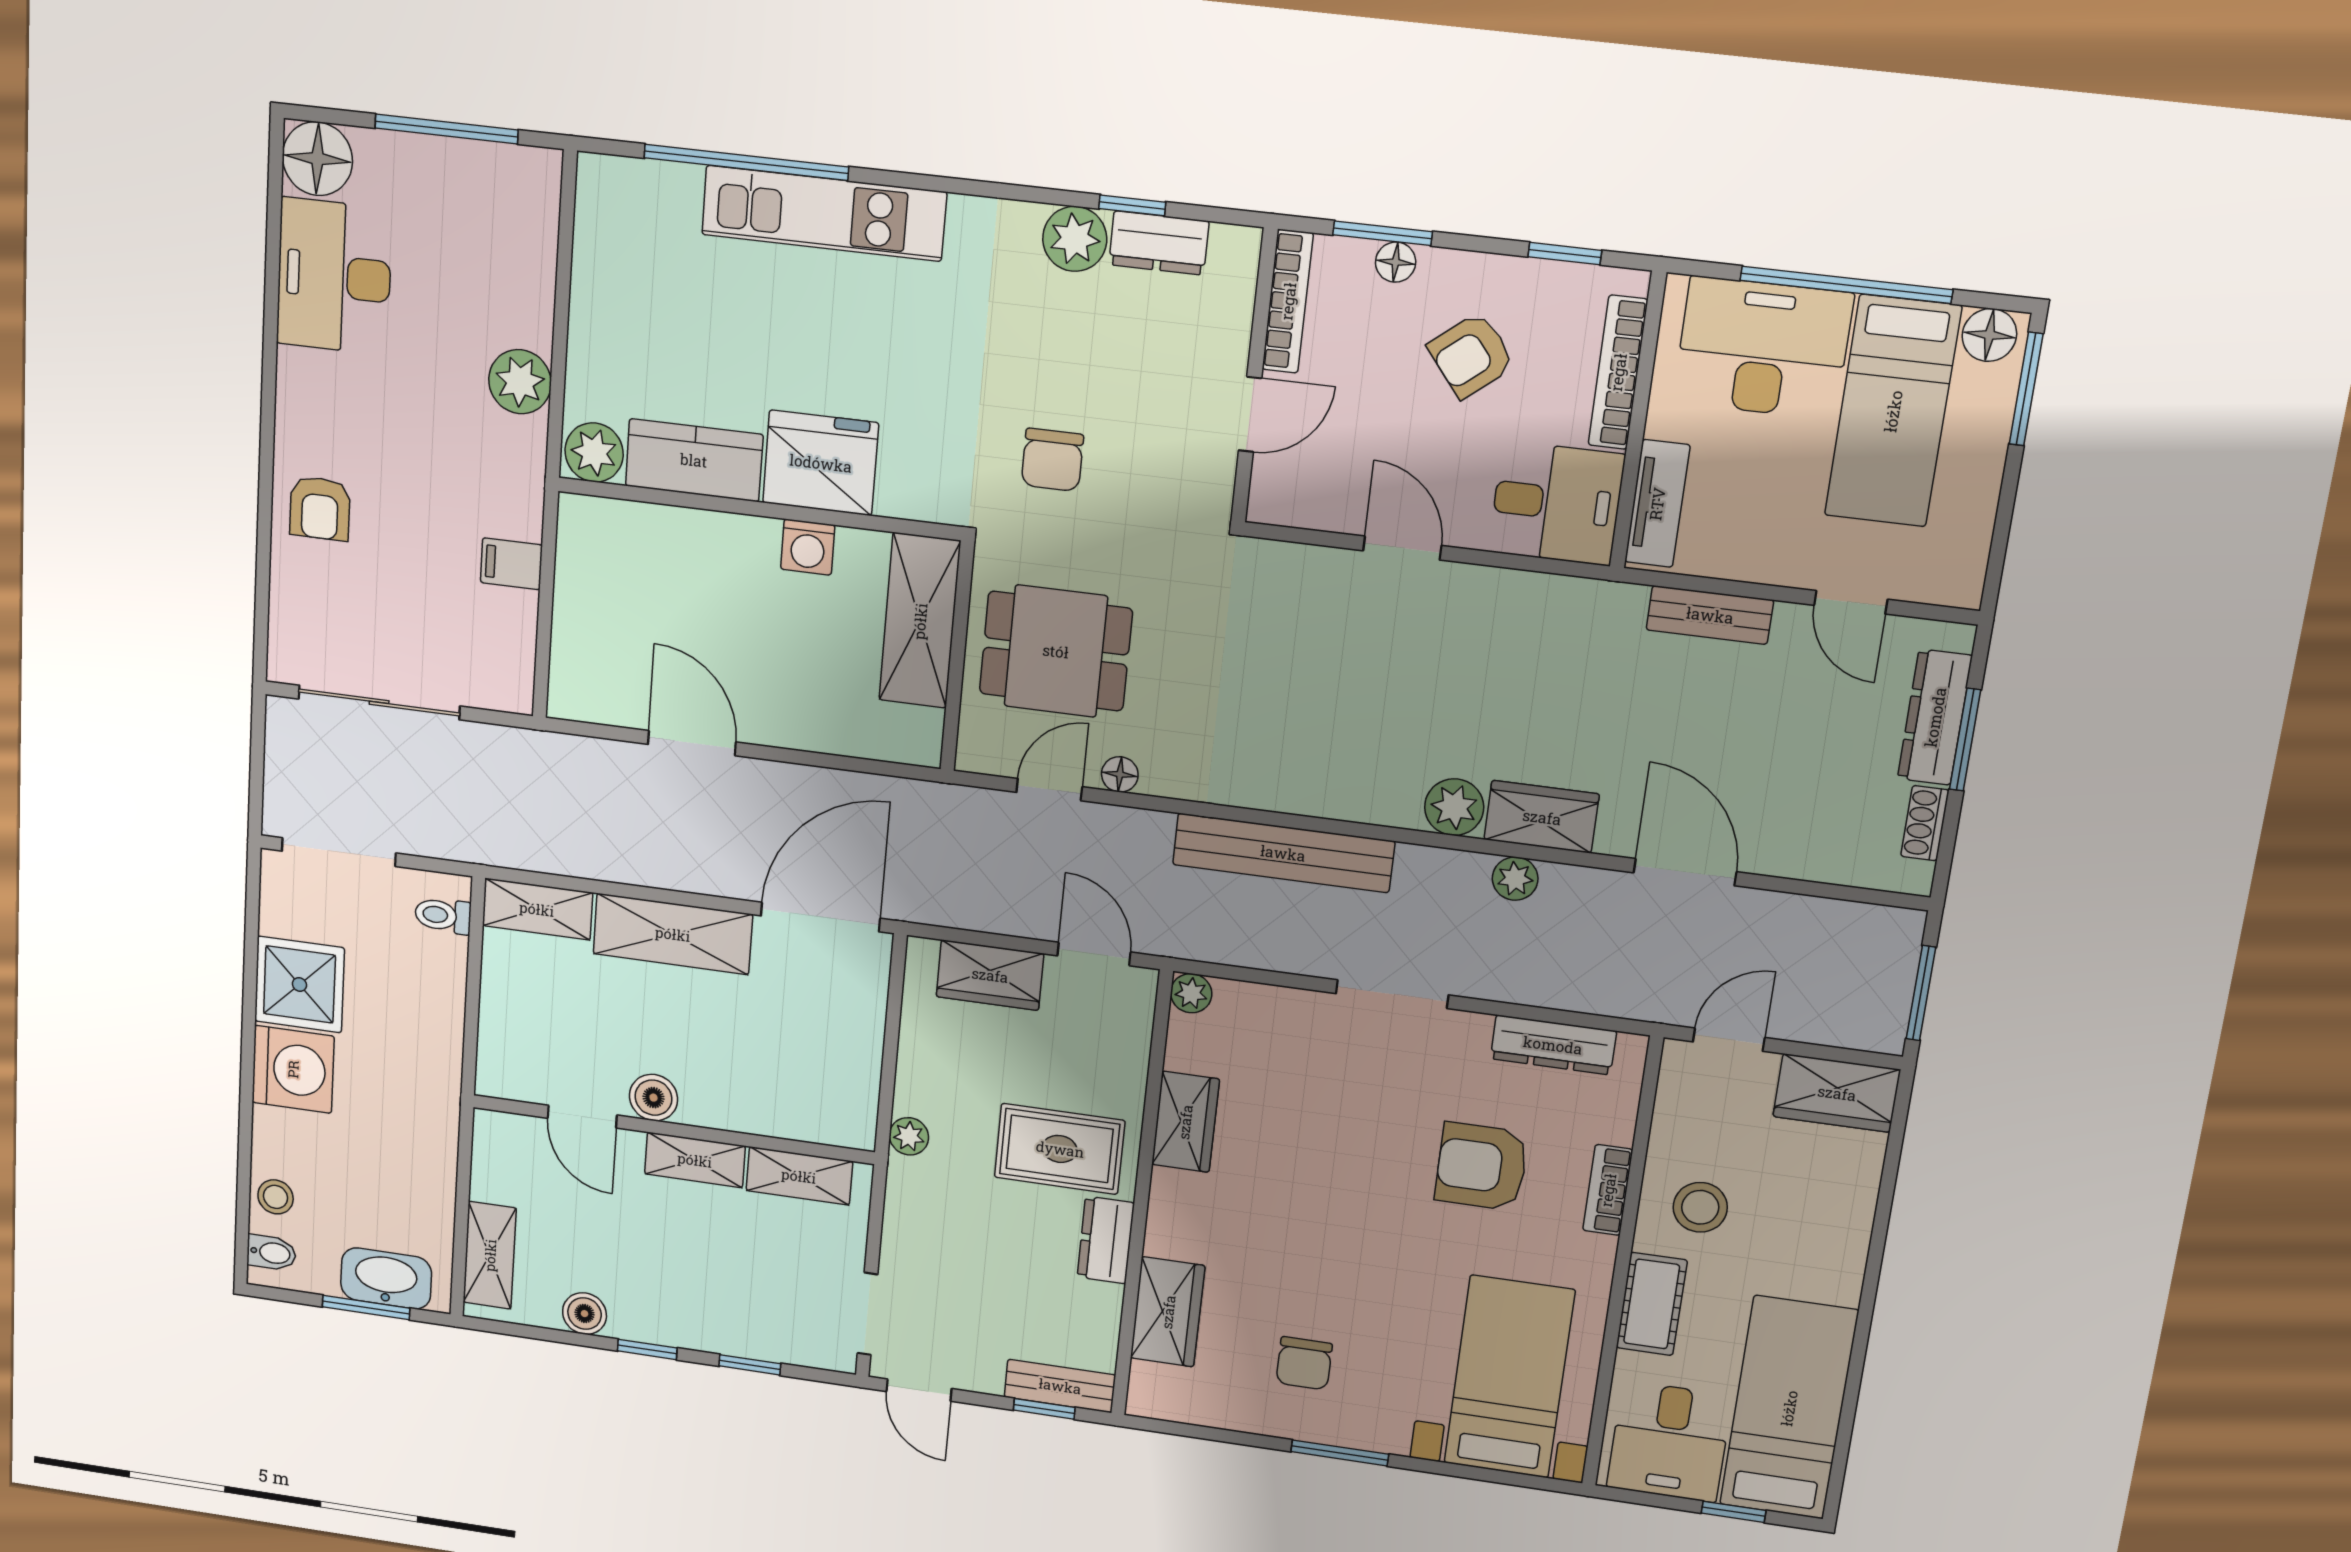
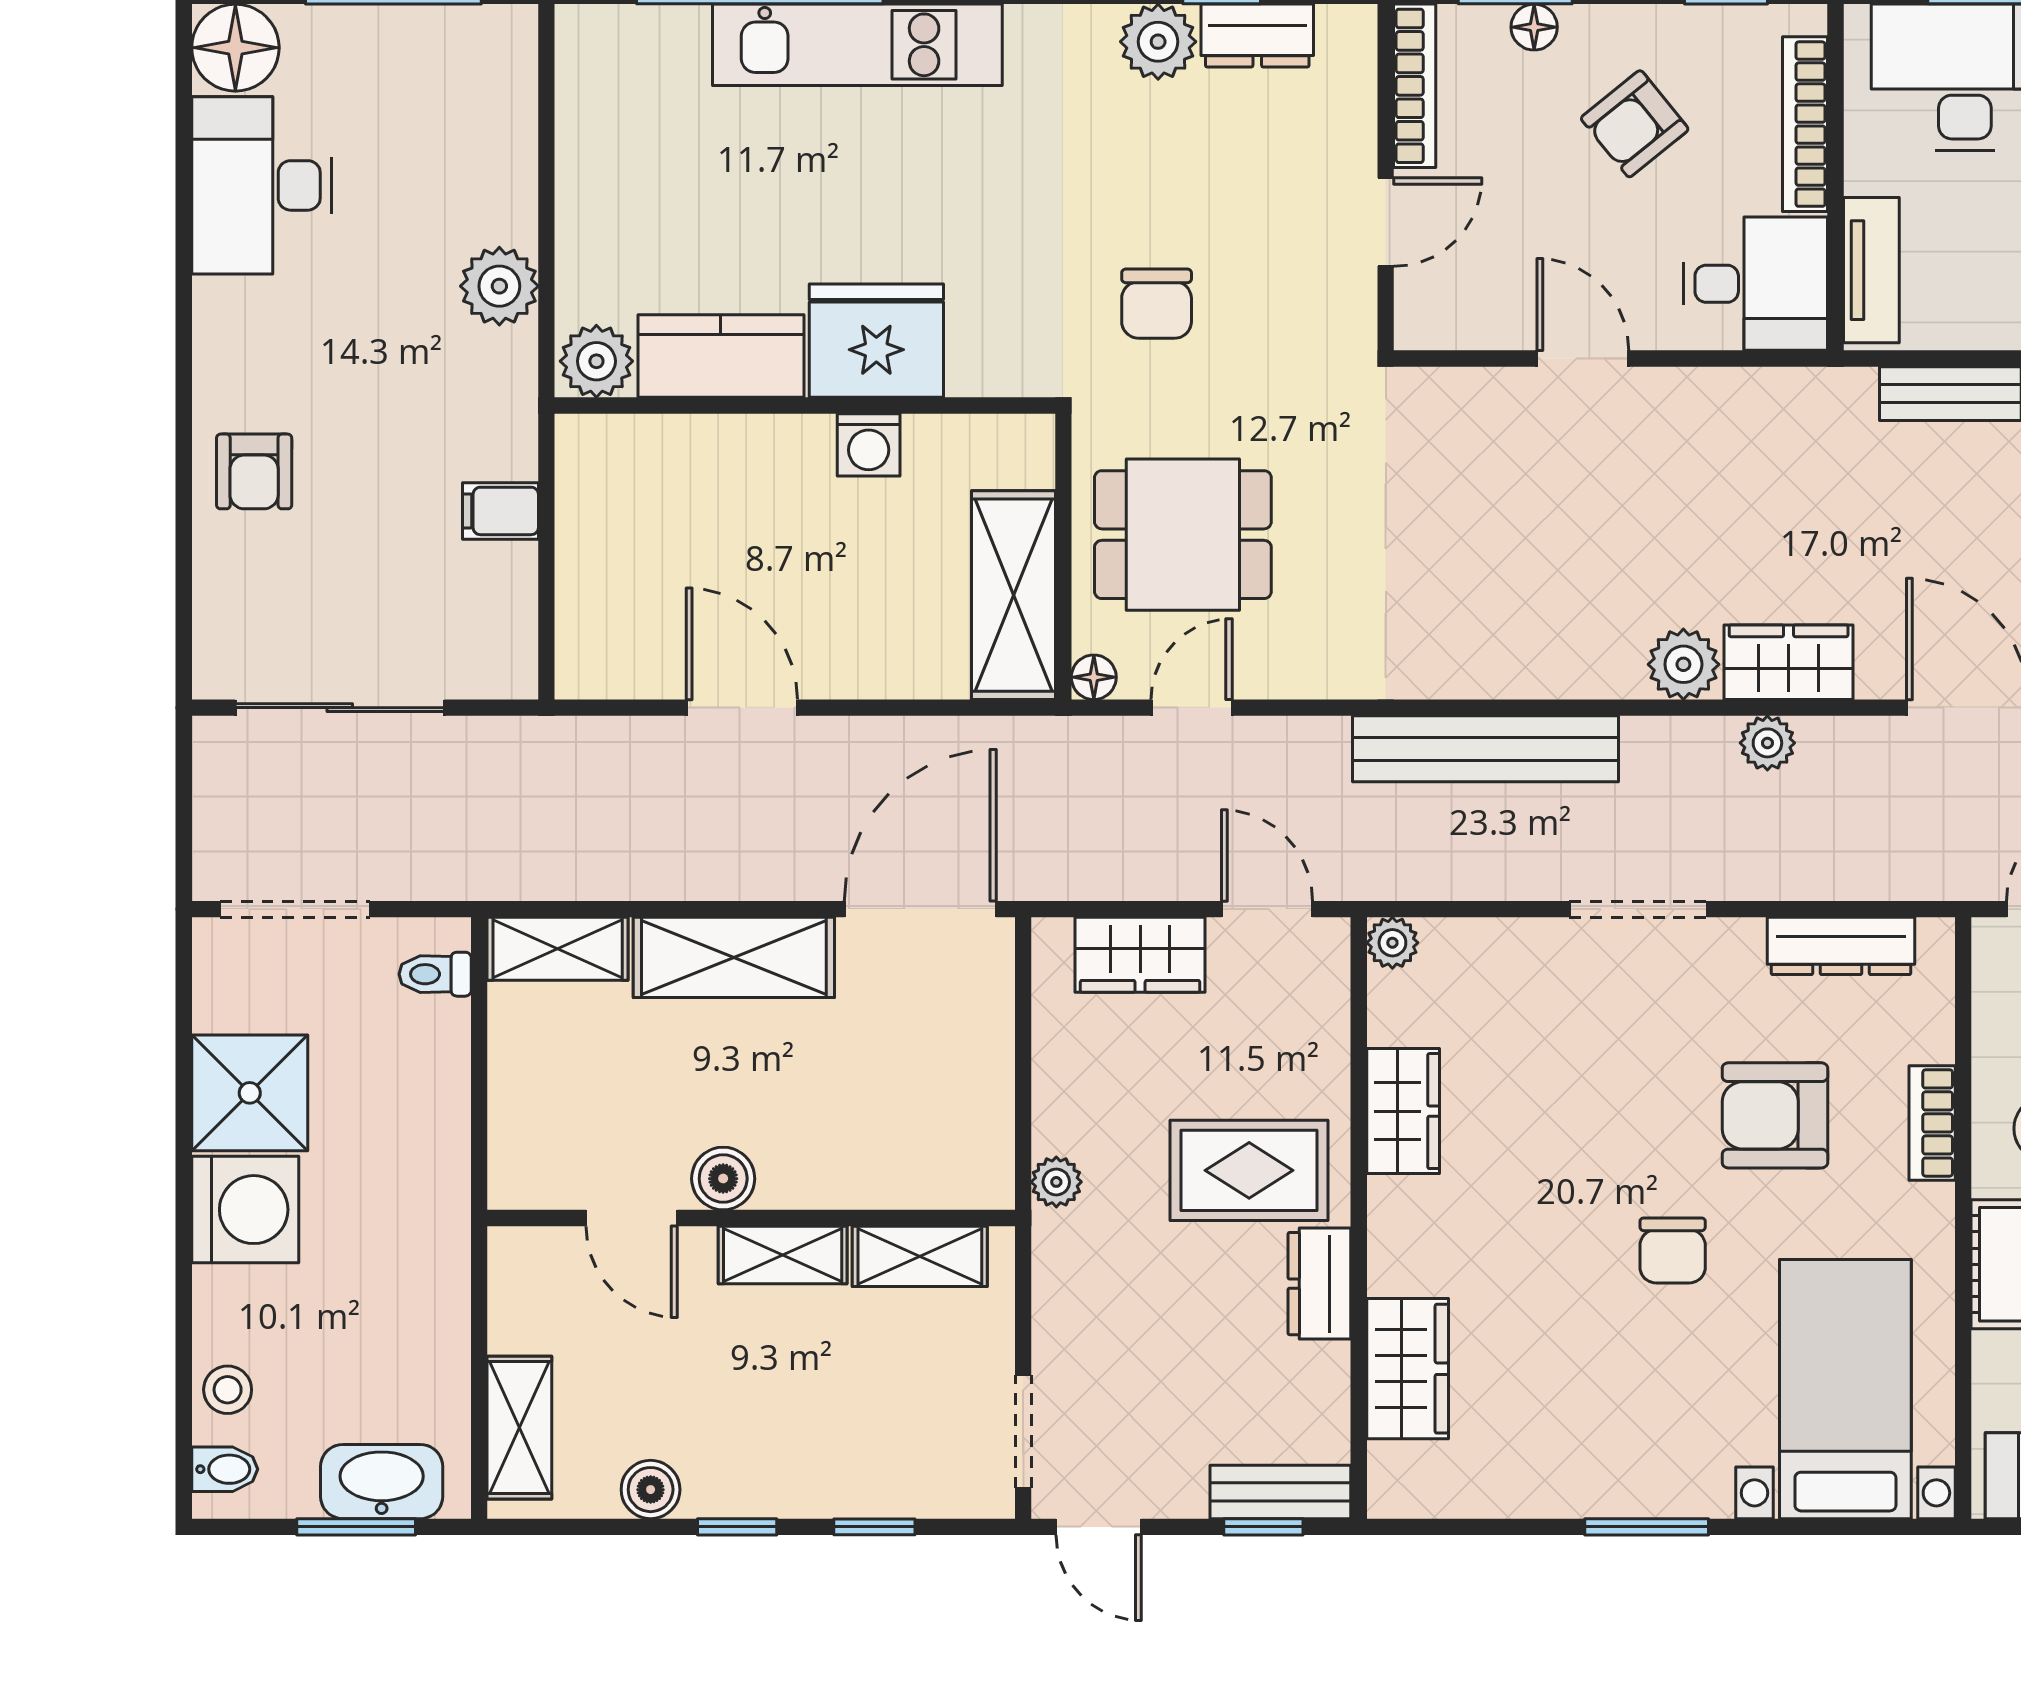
shelving: (920, 621) -> (1014, 595), moved
floor lamp: (1120, 774) -> (1094, 677), moved
chair: (1304, 1363) -> (1673, 1250), moved

